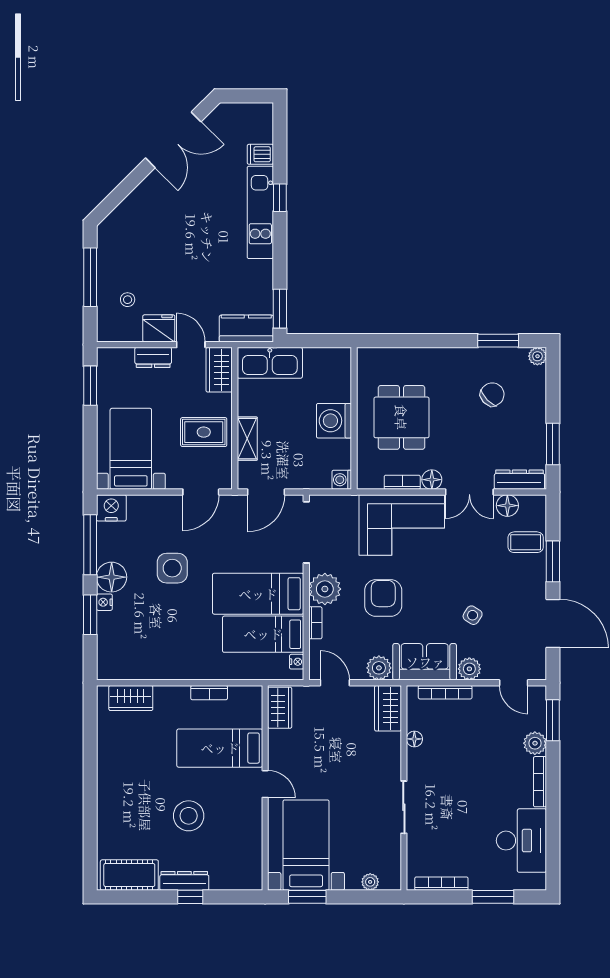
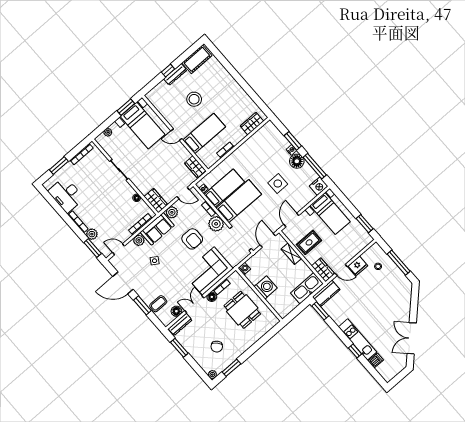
dresser: (153, 357) -> (351, 254), removed

